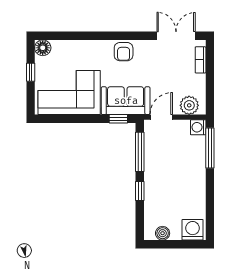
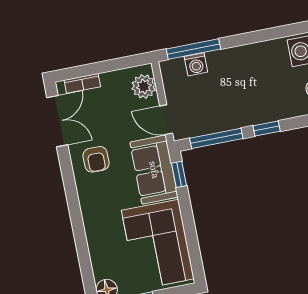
double door: (176, 36) -> (57, 121), swing flipped
armchair: (124, 52) -> (96, 159), moved, turned 90
washing machine: (198, 127) -> (196, 64), moved

